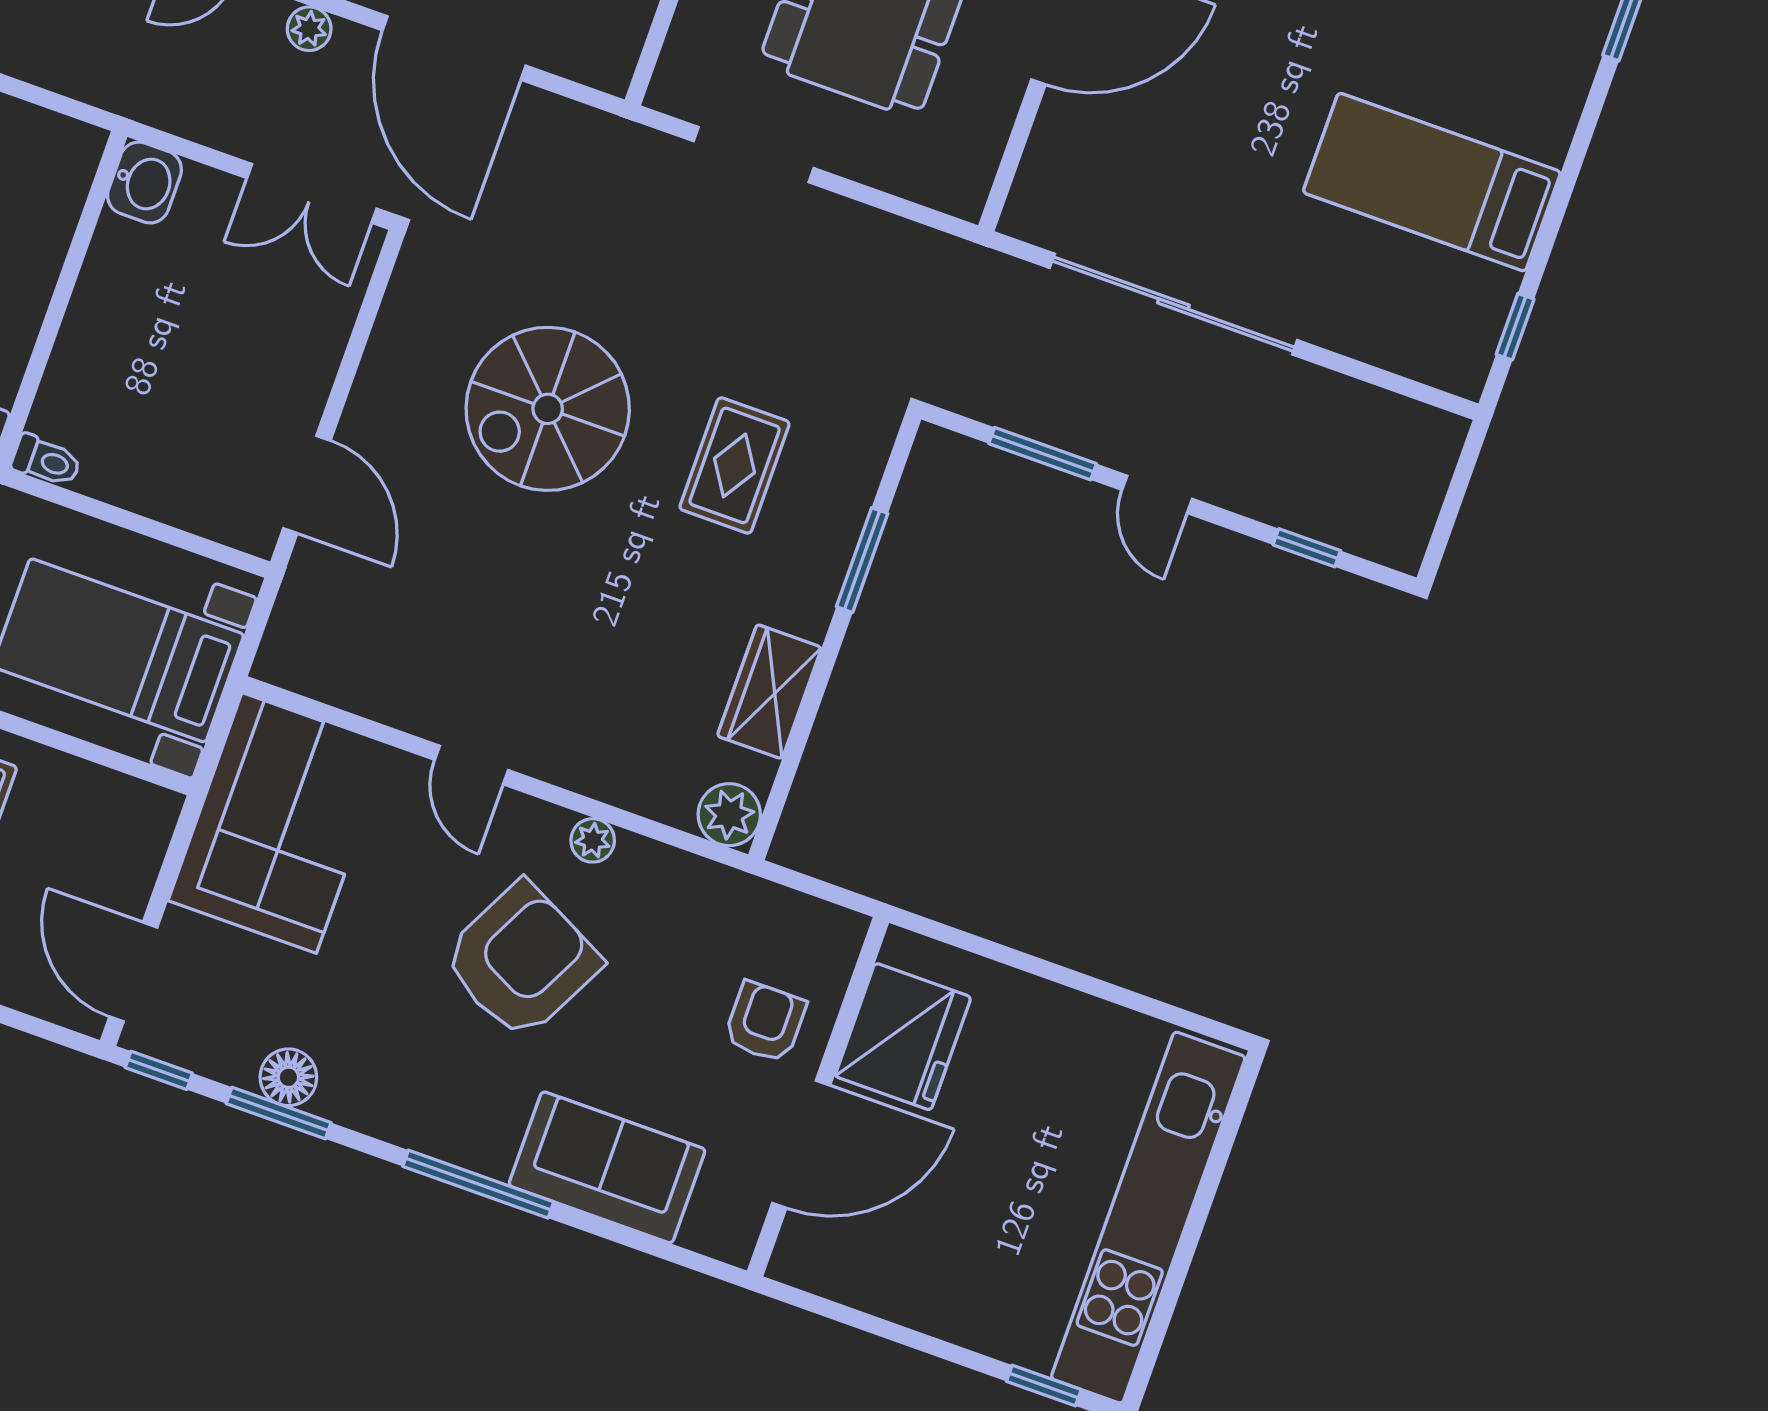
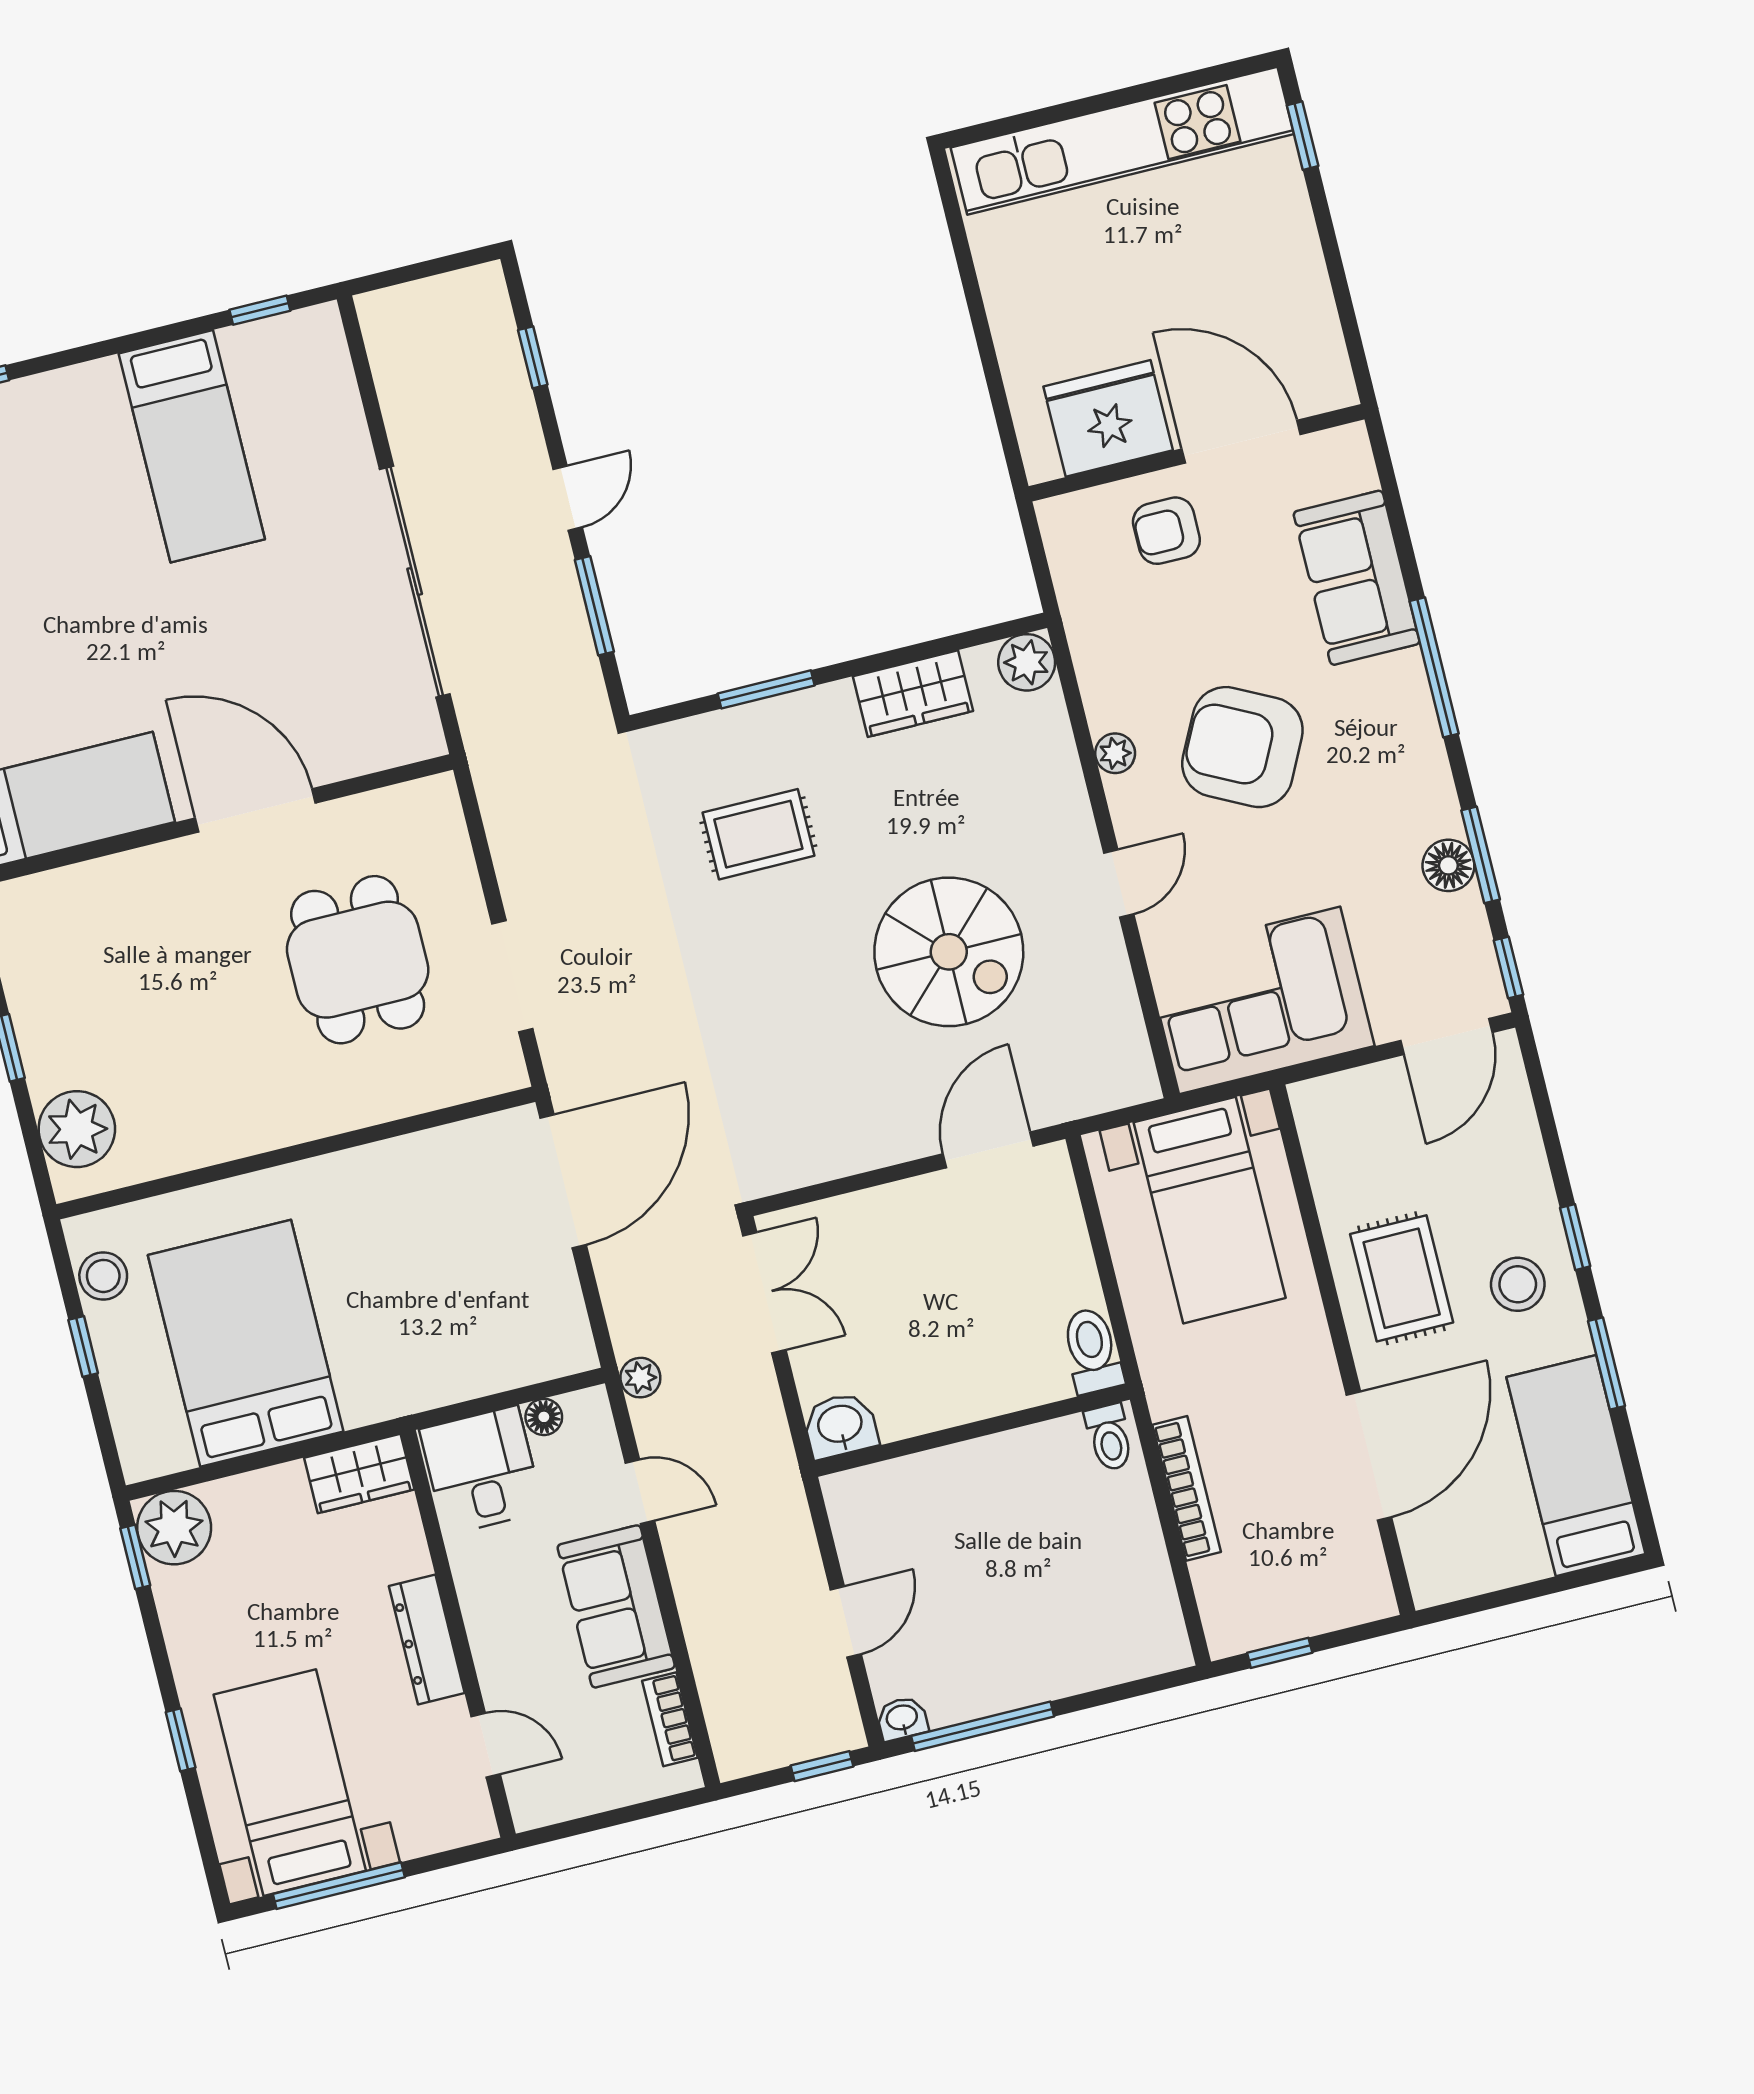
door: (454, 48) -> (563, 1181), moved
spiral stairs: (548, 409) -> (949, 952), moved
toilet: (46, 461) -> (1092, 1351), width x1.37, depth x1.39

